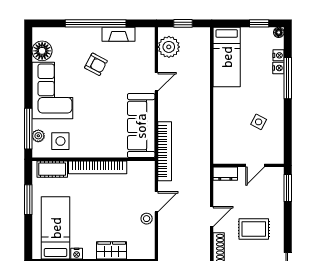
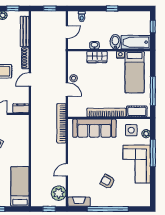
fireplace: (118, 34) -> (79, 202), moved
floor lamp: (42, 51) -> (144, 191), removed
sofa: (141, 126) -> (94, 128), moved, turned 90
window: (28, 129) -> (153, 153), moved
window: (28, 200) -> (153, 91), width x1.44
door: (156, 202) -> (67, 89), swing flipped

